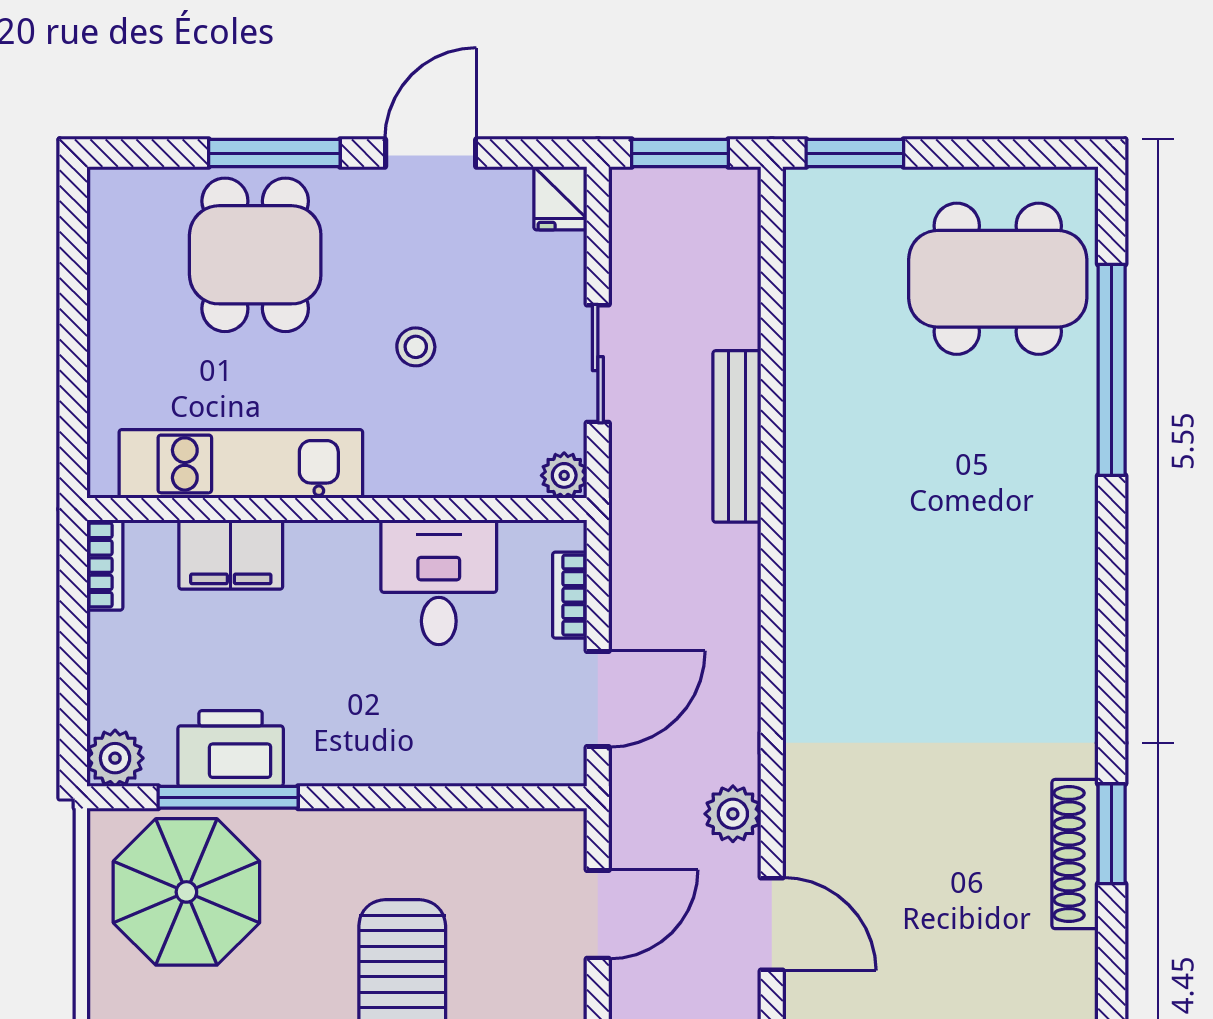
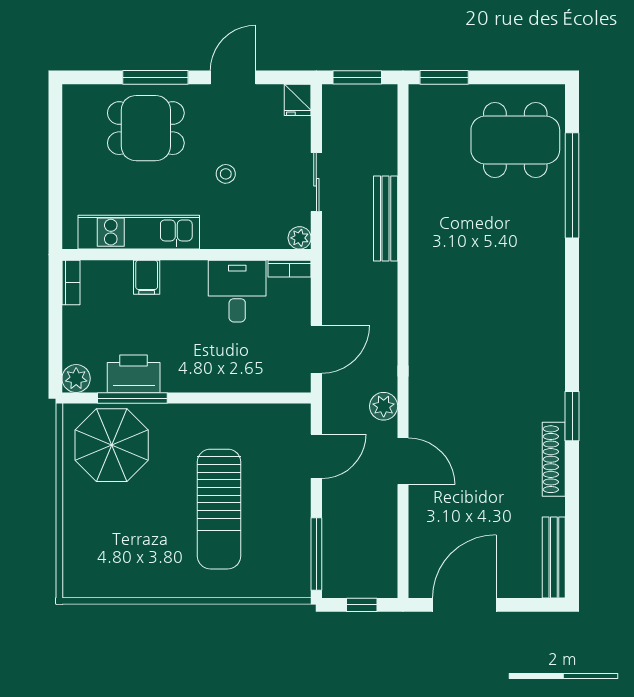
dining table: (255, 255) -> (146, 128), turned 90
filing cabinet: (231, 555) -> (147, 277), width x0.50
bookcase: (570, 595) -> (290, 269), moved, turned -90
shoe rack: (1075, 854) -> (554, 459), moved

